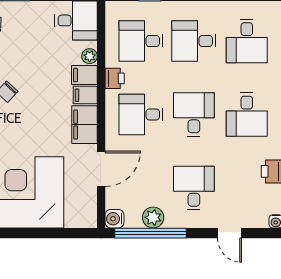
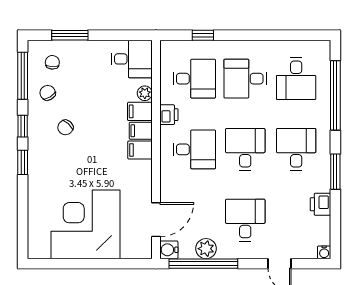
desk: (141, 41) -> (194, 79), turned 180
desk: (141, 114) -> (194, 149), turned 180
desk: (247, 114) -> (296, 149), turned 180
filing cabinet: (85, 125) -> (140, 150), width x0.50
door: (101, 169) -> (156, 220), moved

